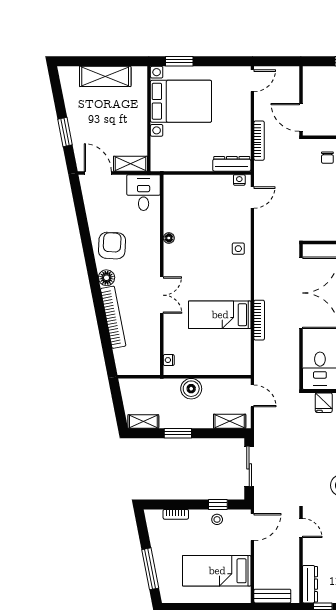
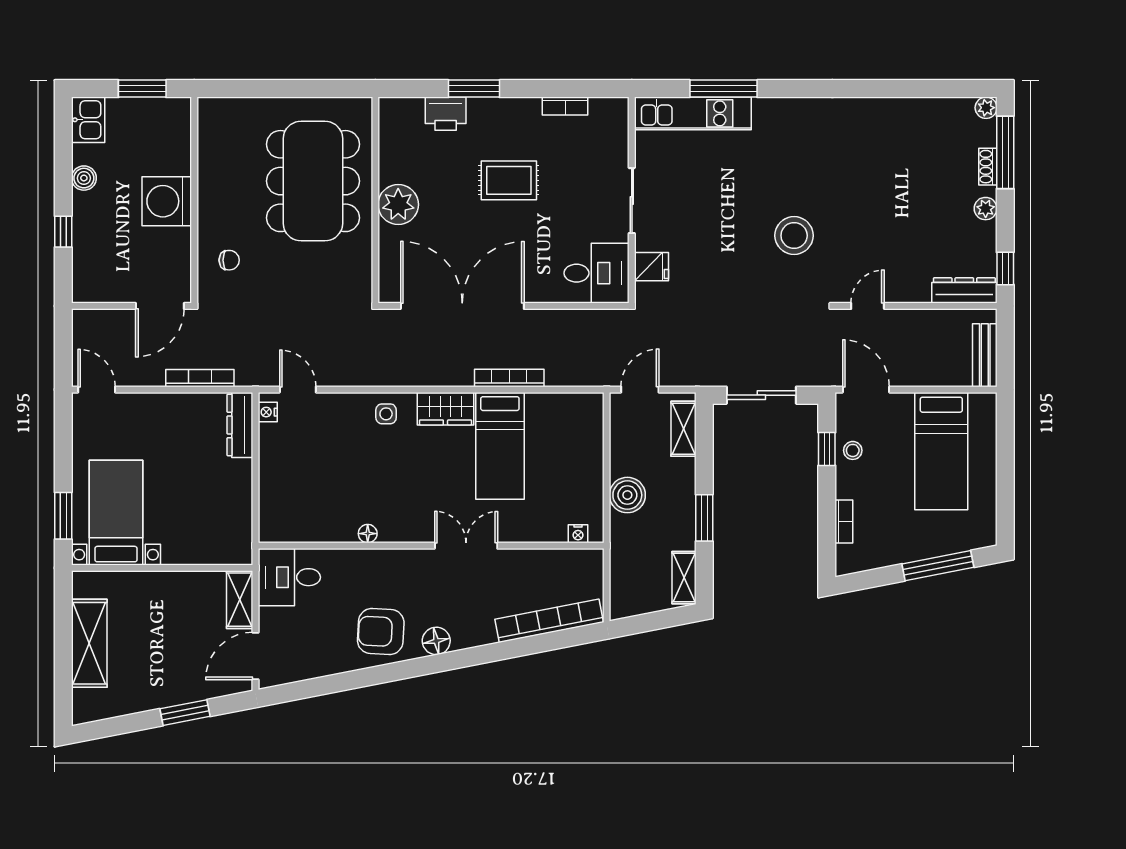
bed with nightstands: (181, 101) -> (116, 513), width x0.73
wardrobe: (241, 283) -> (445, 409), added
bookcase: (113, 317) -> (549, 621), moved

